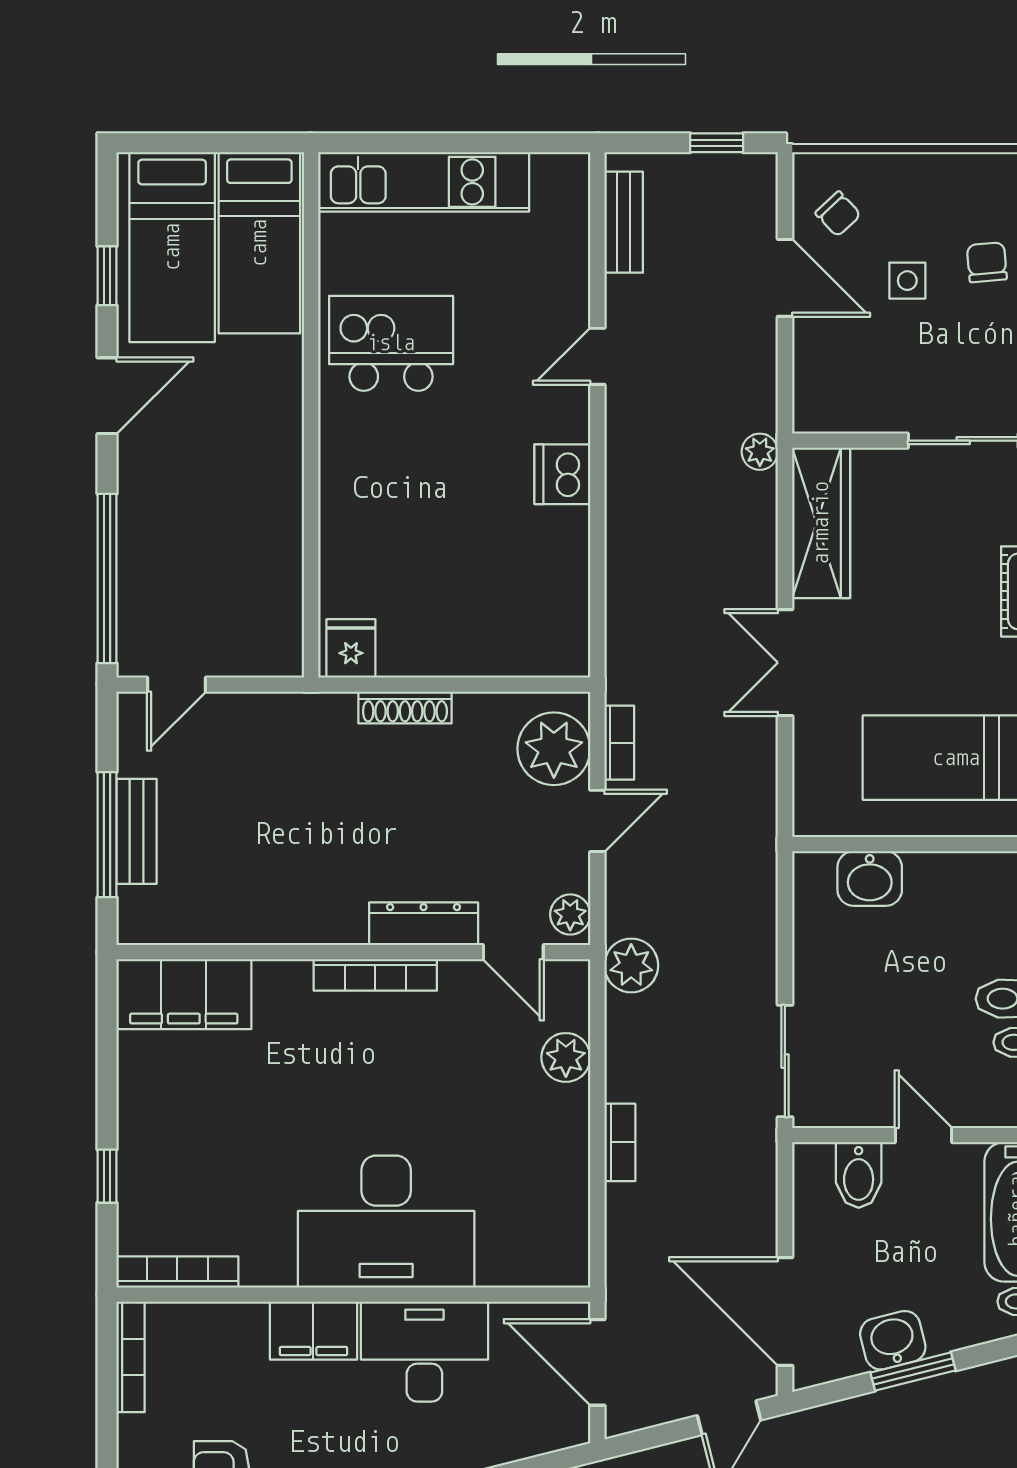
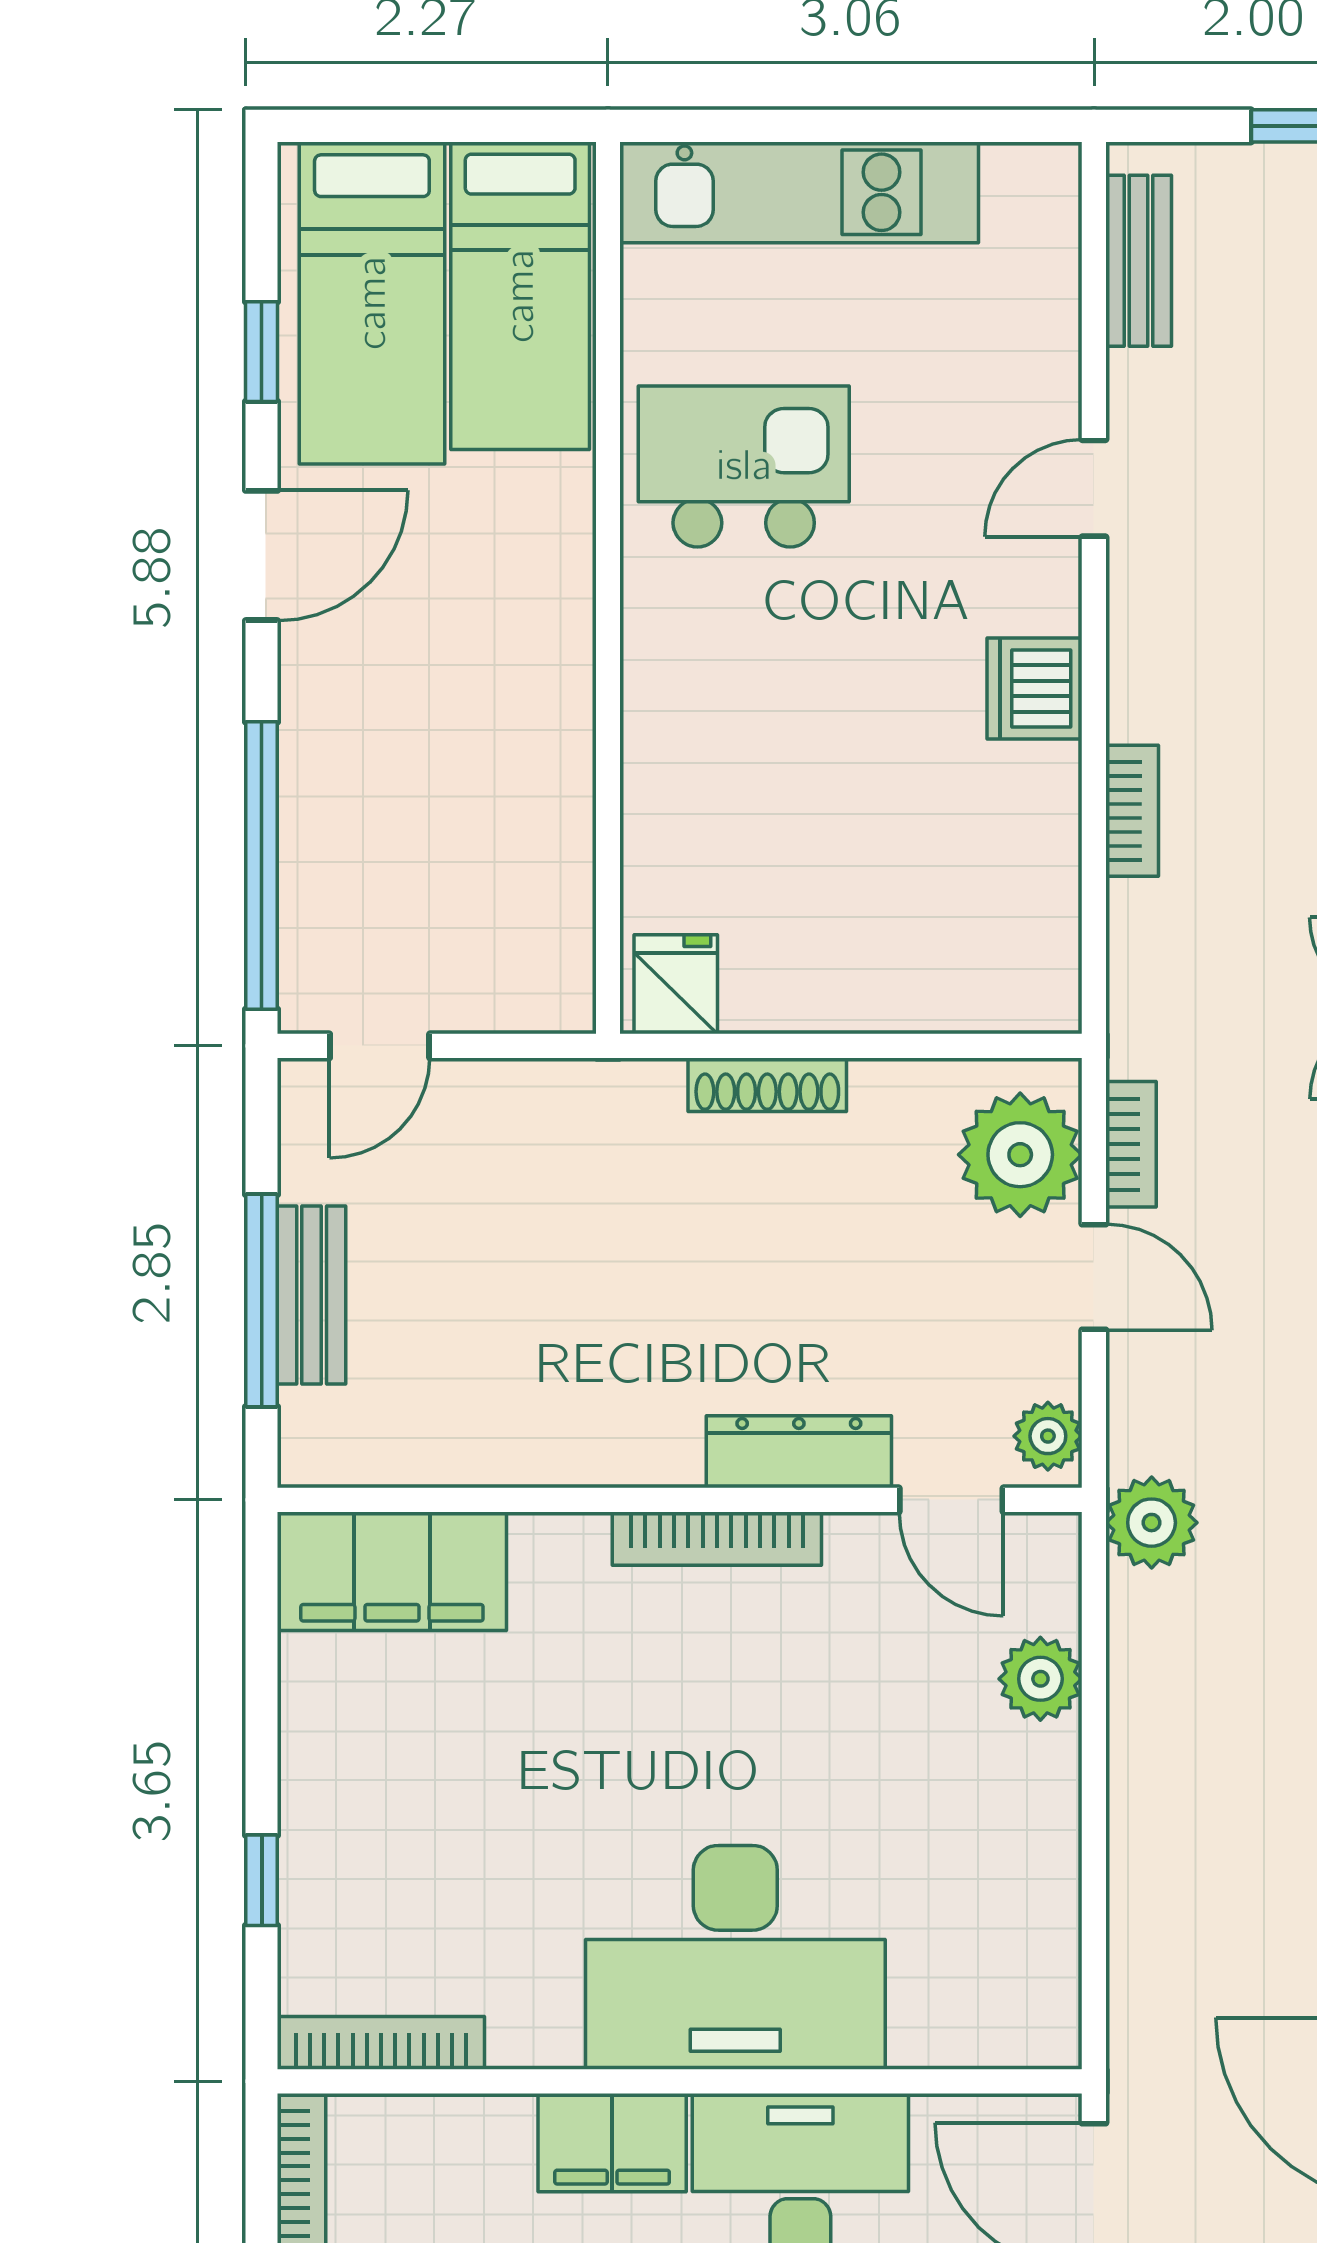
door: (597, 821) -> (1094, 1277), hinge flipped
bookcase: (620, 1142) -> (1132, 811), moved

